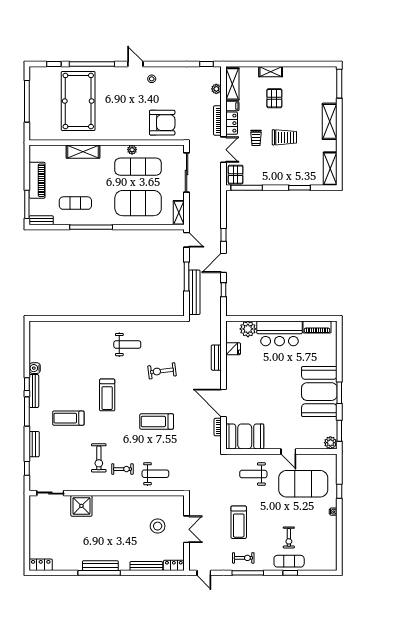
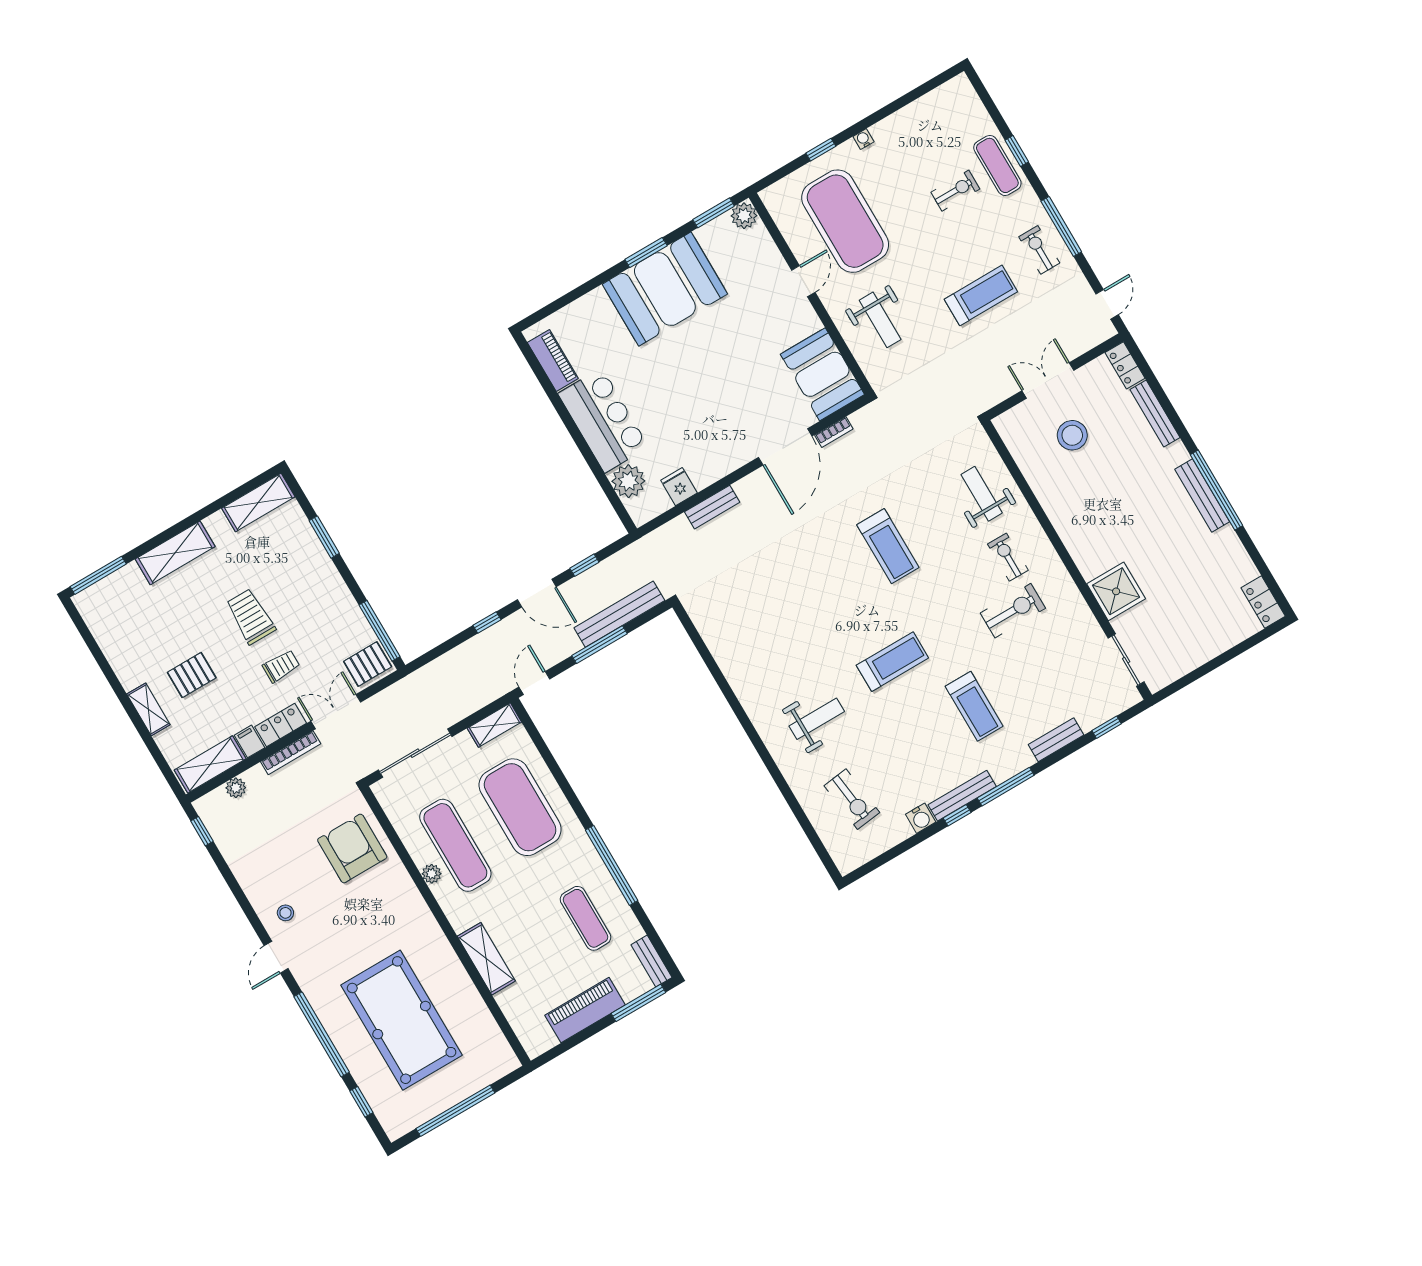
pool table: (78, 101) -> (402, 1020), turned 90
weight bench: (127, 345) -> (817, 719), moved, turned 90
exercise bike: (162, 371) -> (852, 799), moved

